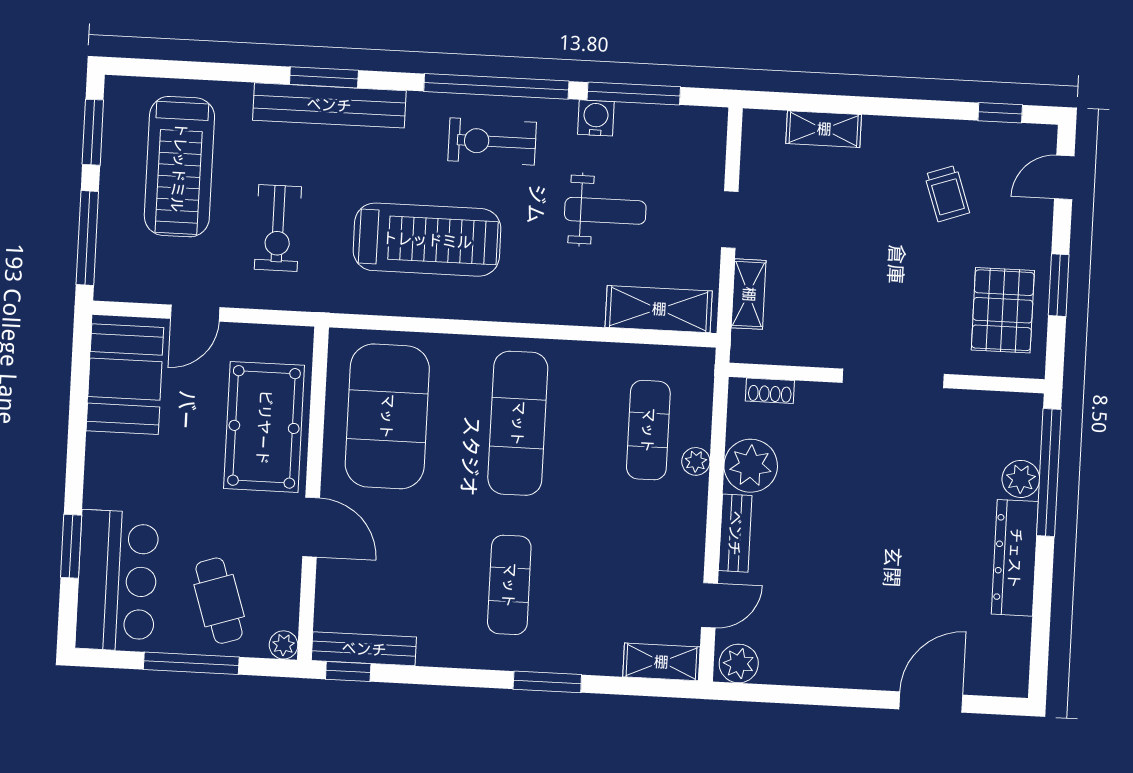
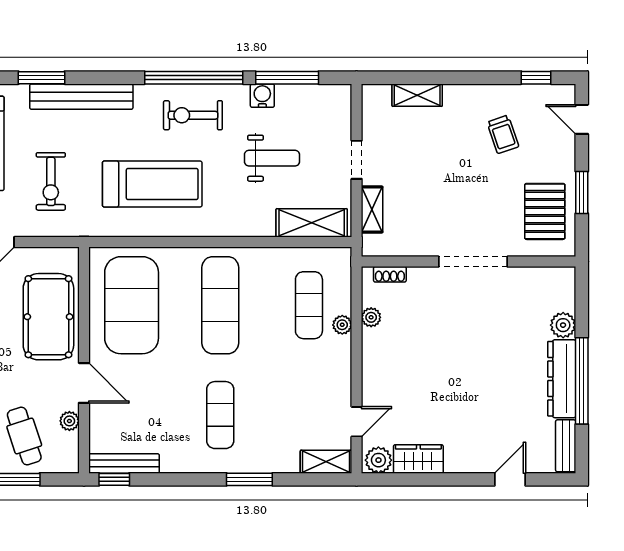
window: (324, 77) -> (42, 78), moved
door: (1064, 177) -> (582, 119), hinge flipped
plant: (751, 466) -> (371, 317), width x0.53, depth x0.53
window: (1049, 472) -> (582, 381), moved
bench: (735, 533) -> (566, 446), moved
plant: (284, 645) -> (69, 421), moved
wardrobe: (798, 665) -> (418, 459), added
door: (931, 702) -> (510, 479), width x0.73

